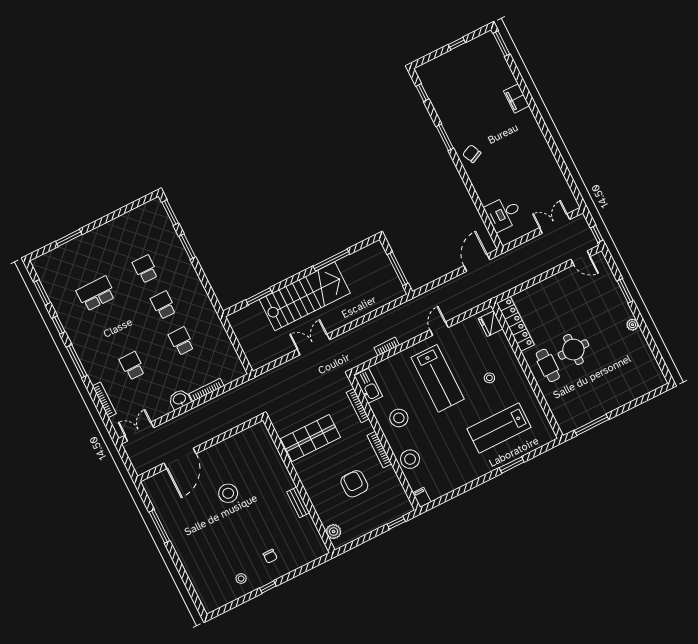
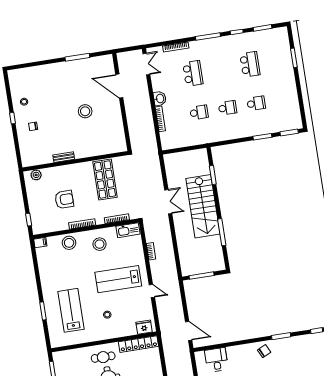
school desk: (132, 366) -> (193, 73), width x1.85

